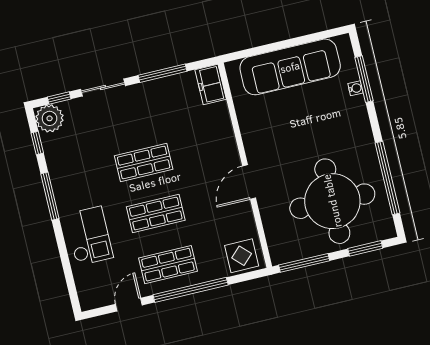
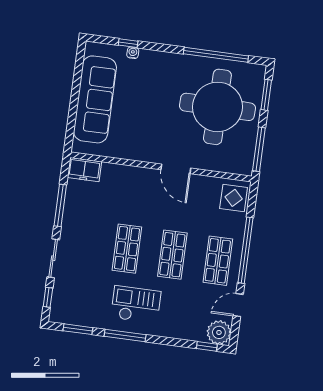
window: (364, 79) -> (128, 43), width x0.46
plant: (50, 118) -> (219, 332), moved
window: (37, 143) -> (78, 329), width x1.50
checkout: (89, 236) -> (136, 305), moved
window: (72, 288) -> (207, 346), added
door: (129, 305) -> (238, 305), hinge flipped

